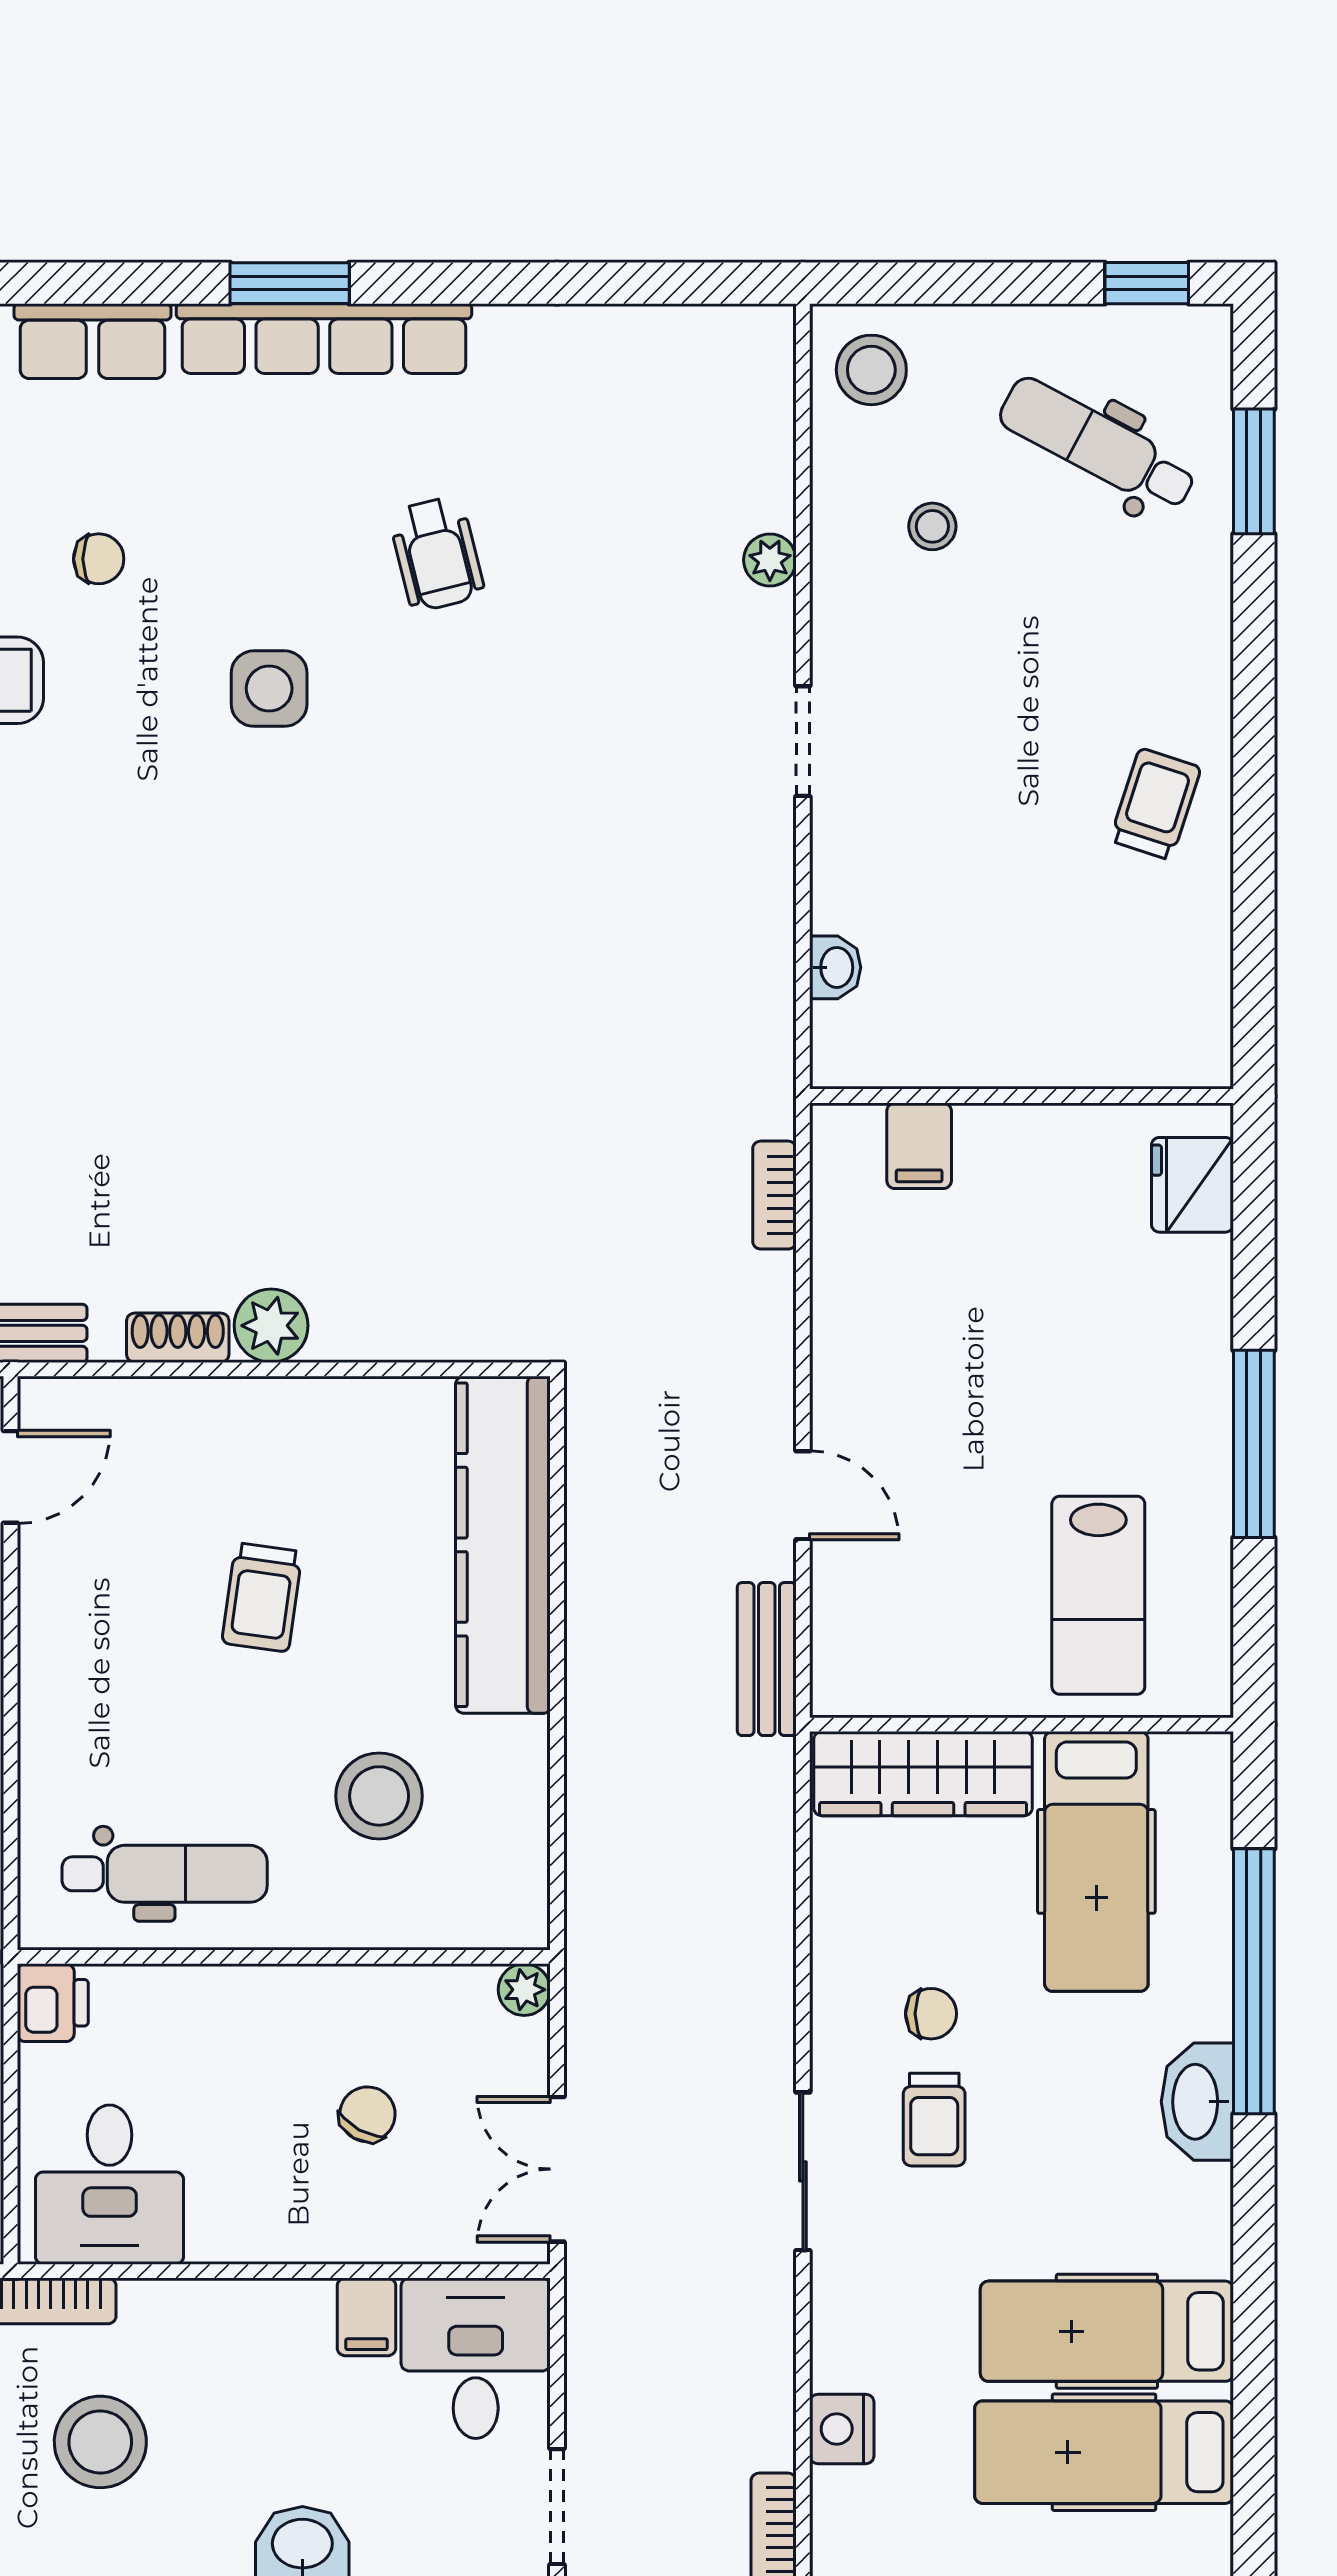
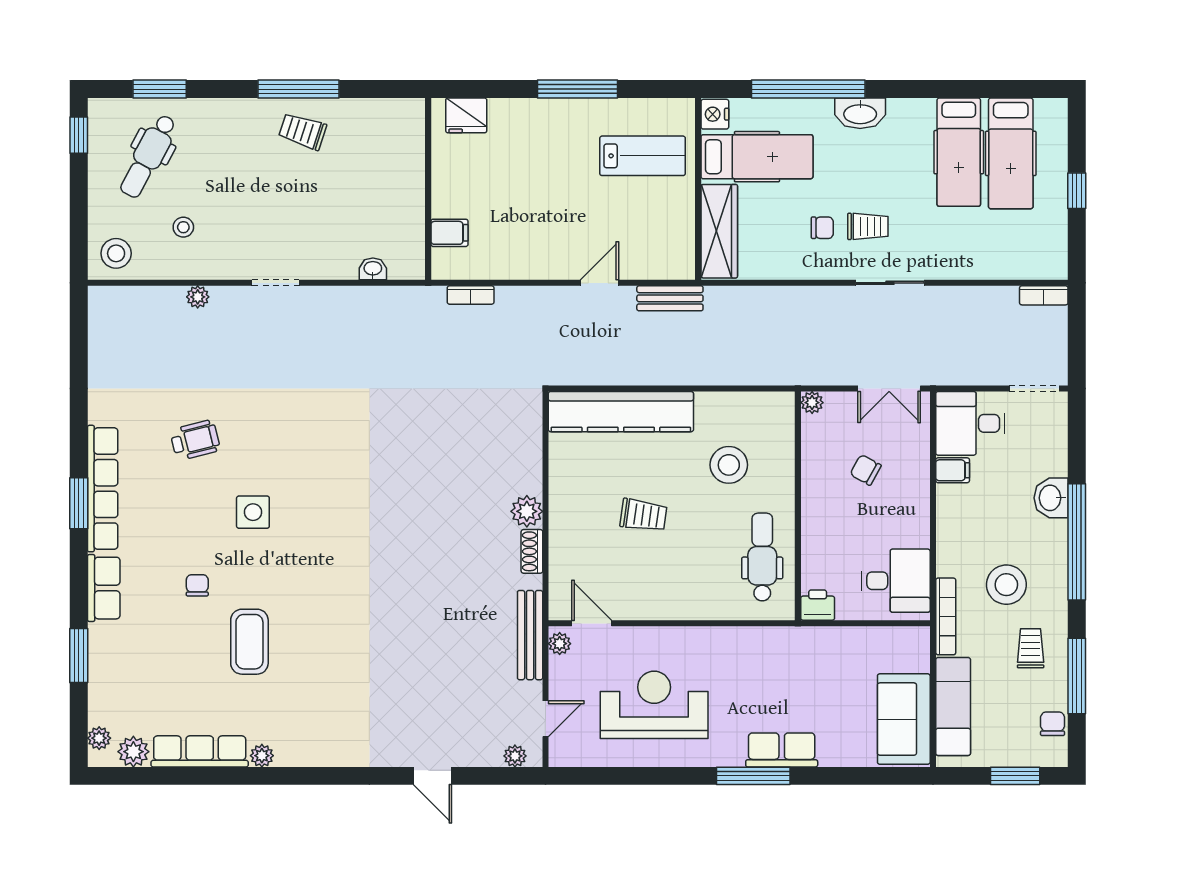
window: (1254, 794) -> (299, 89), added
chair: (931, 2014) -> (822, 228), turned 90
nightstand: (842, 2429) -> (715, 114), moved, turned 90

